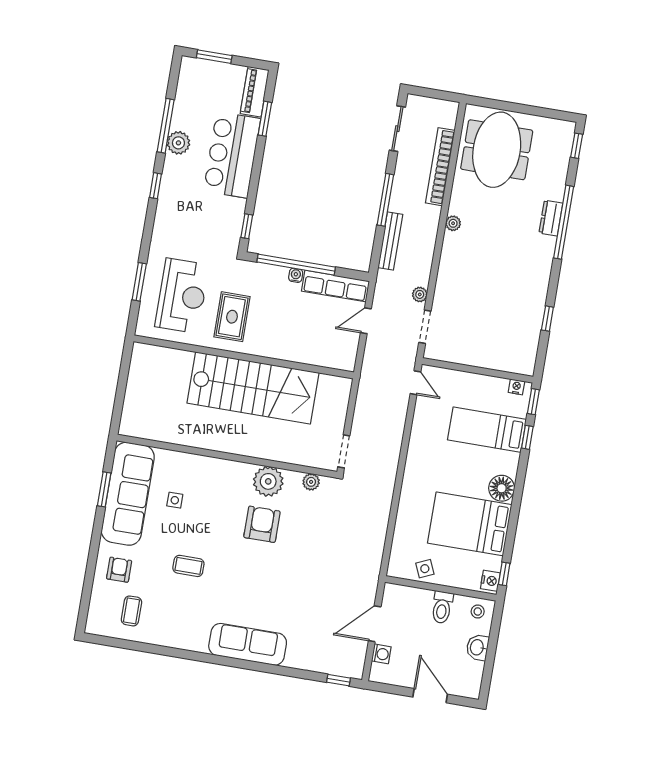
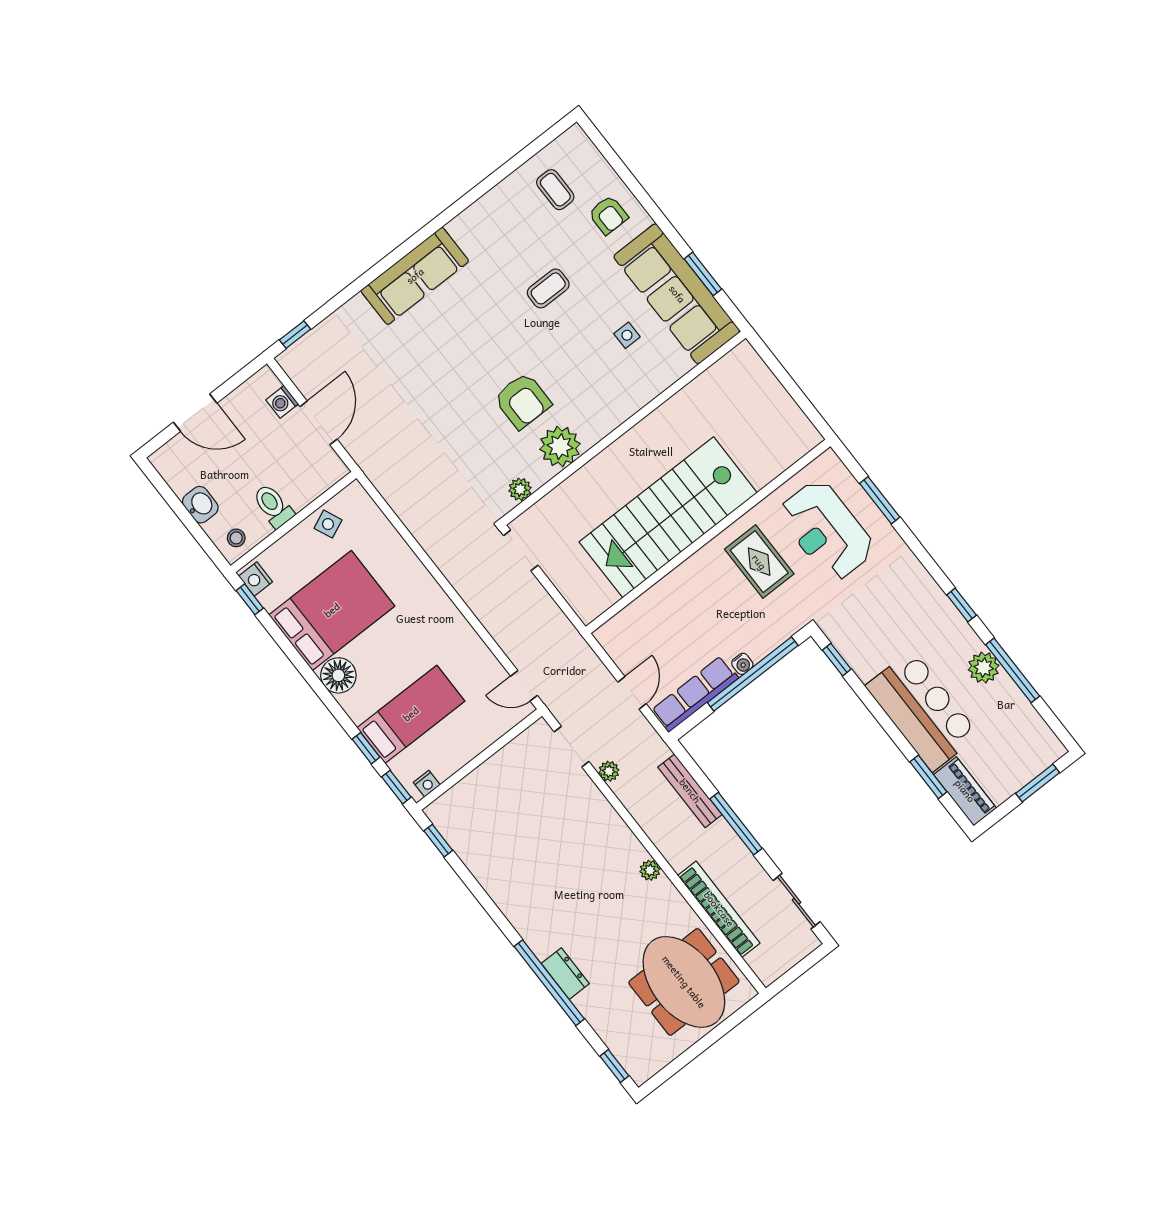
window: (547, 319) -> (438, 841), moved

